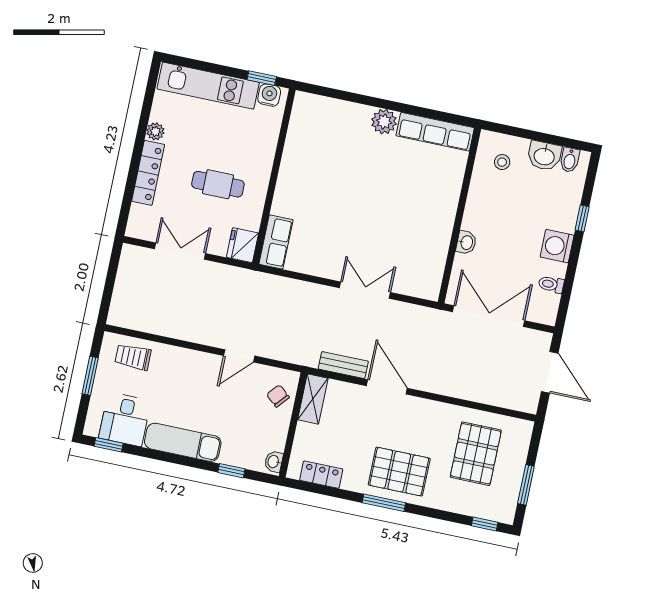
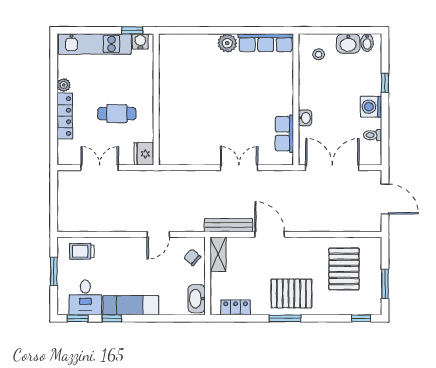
row of seats: (276, 242) -> (284, 134), moved, turned 180
bench: (343, 365) -> (228, 225), width x1.36
washbasin: (274, 462) -> (197, 299), width x1.91, depth x1.45
window: (231, 471) -> (112, 318), moved

